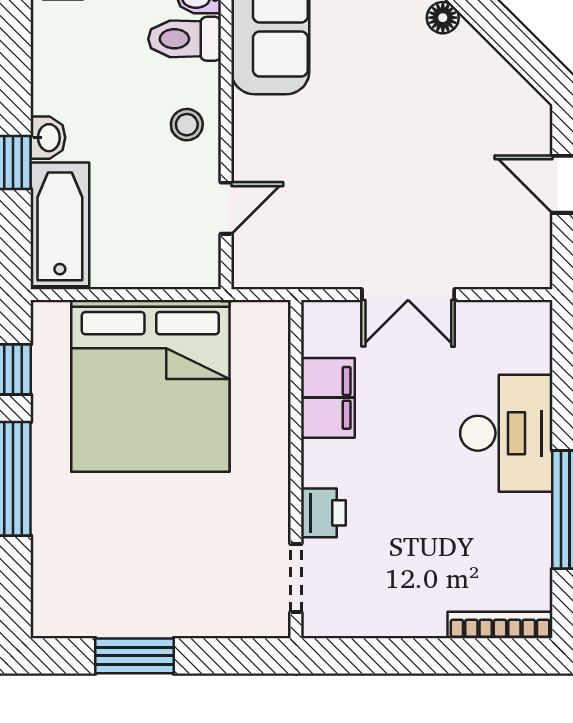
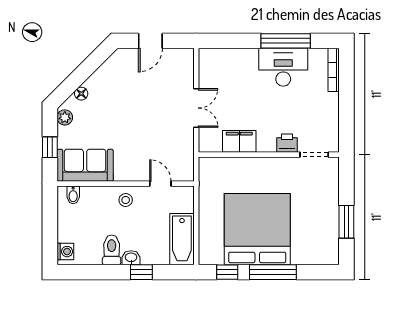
toilet: (185, 39) -> (112, 250), moved, turned 180
bathtub: (60, 224) -> (182, 239), moved, turned -90
bed: (150, 386) -> (257, 229), moved, turned -90
desk: (506, 433) -> (283, 67), moved

